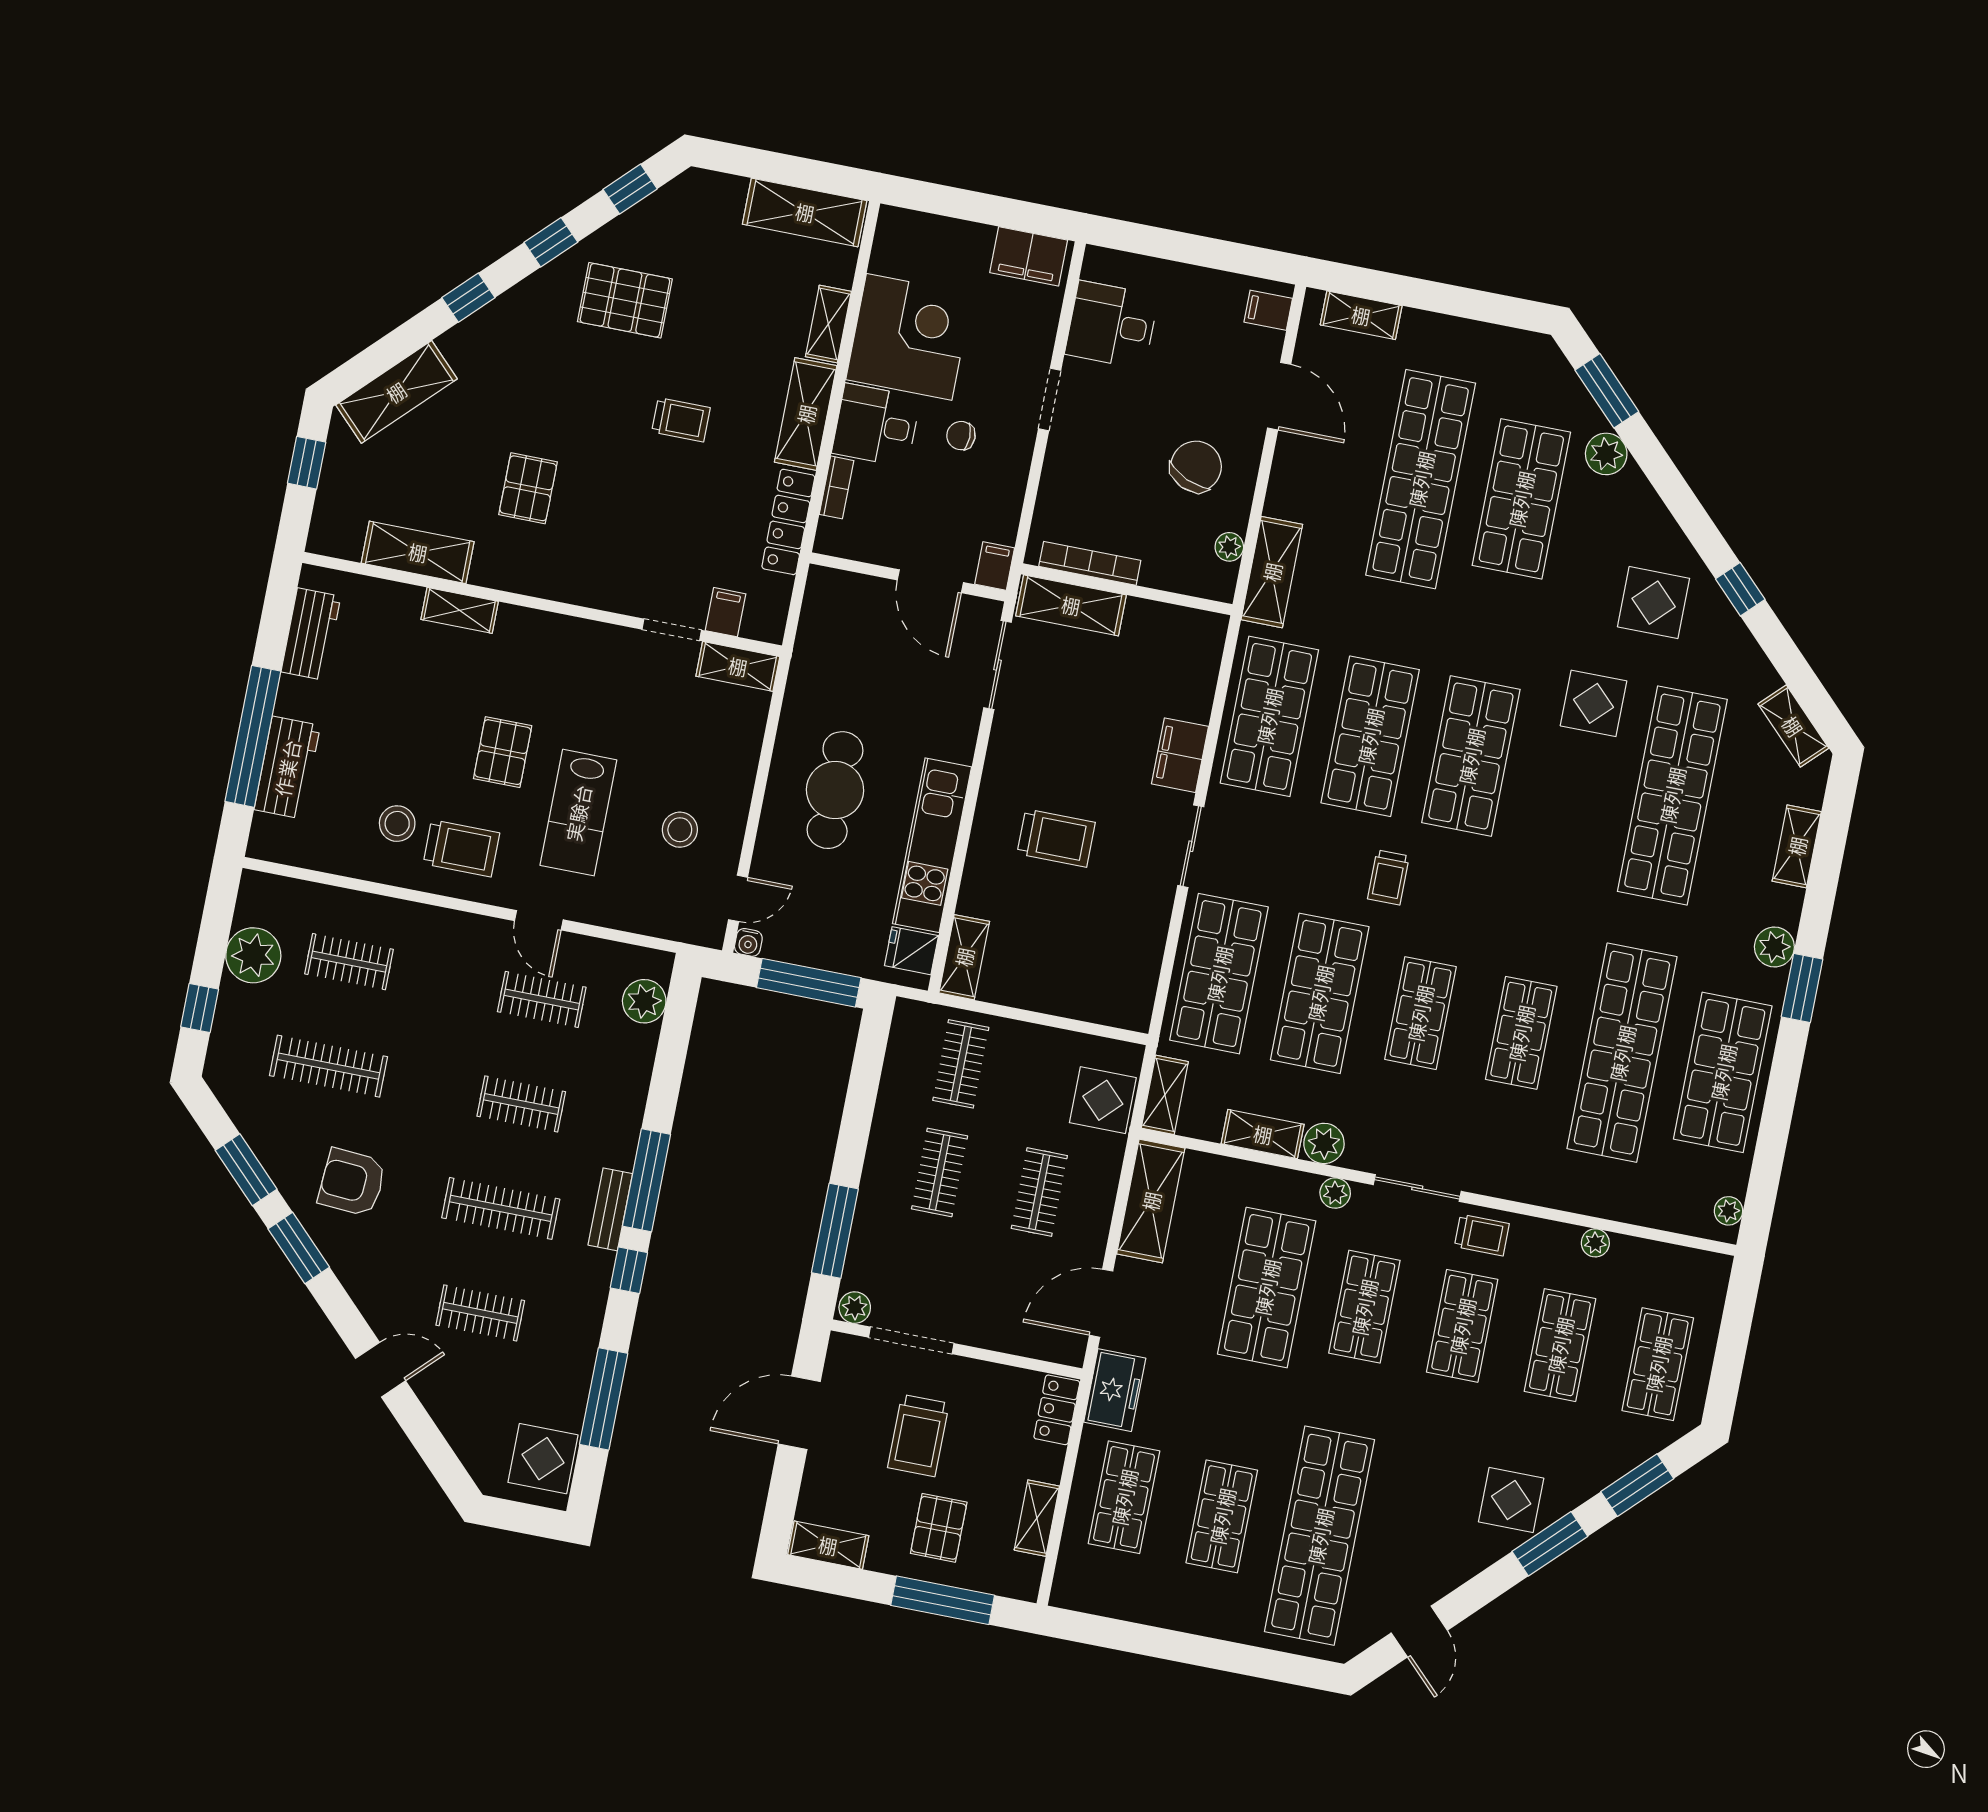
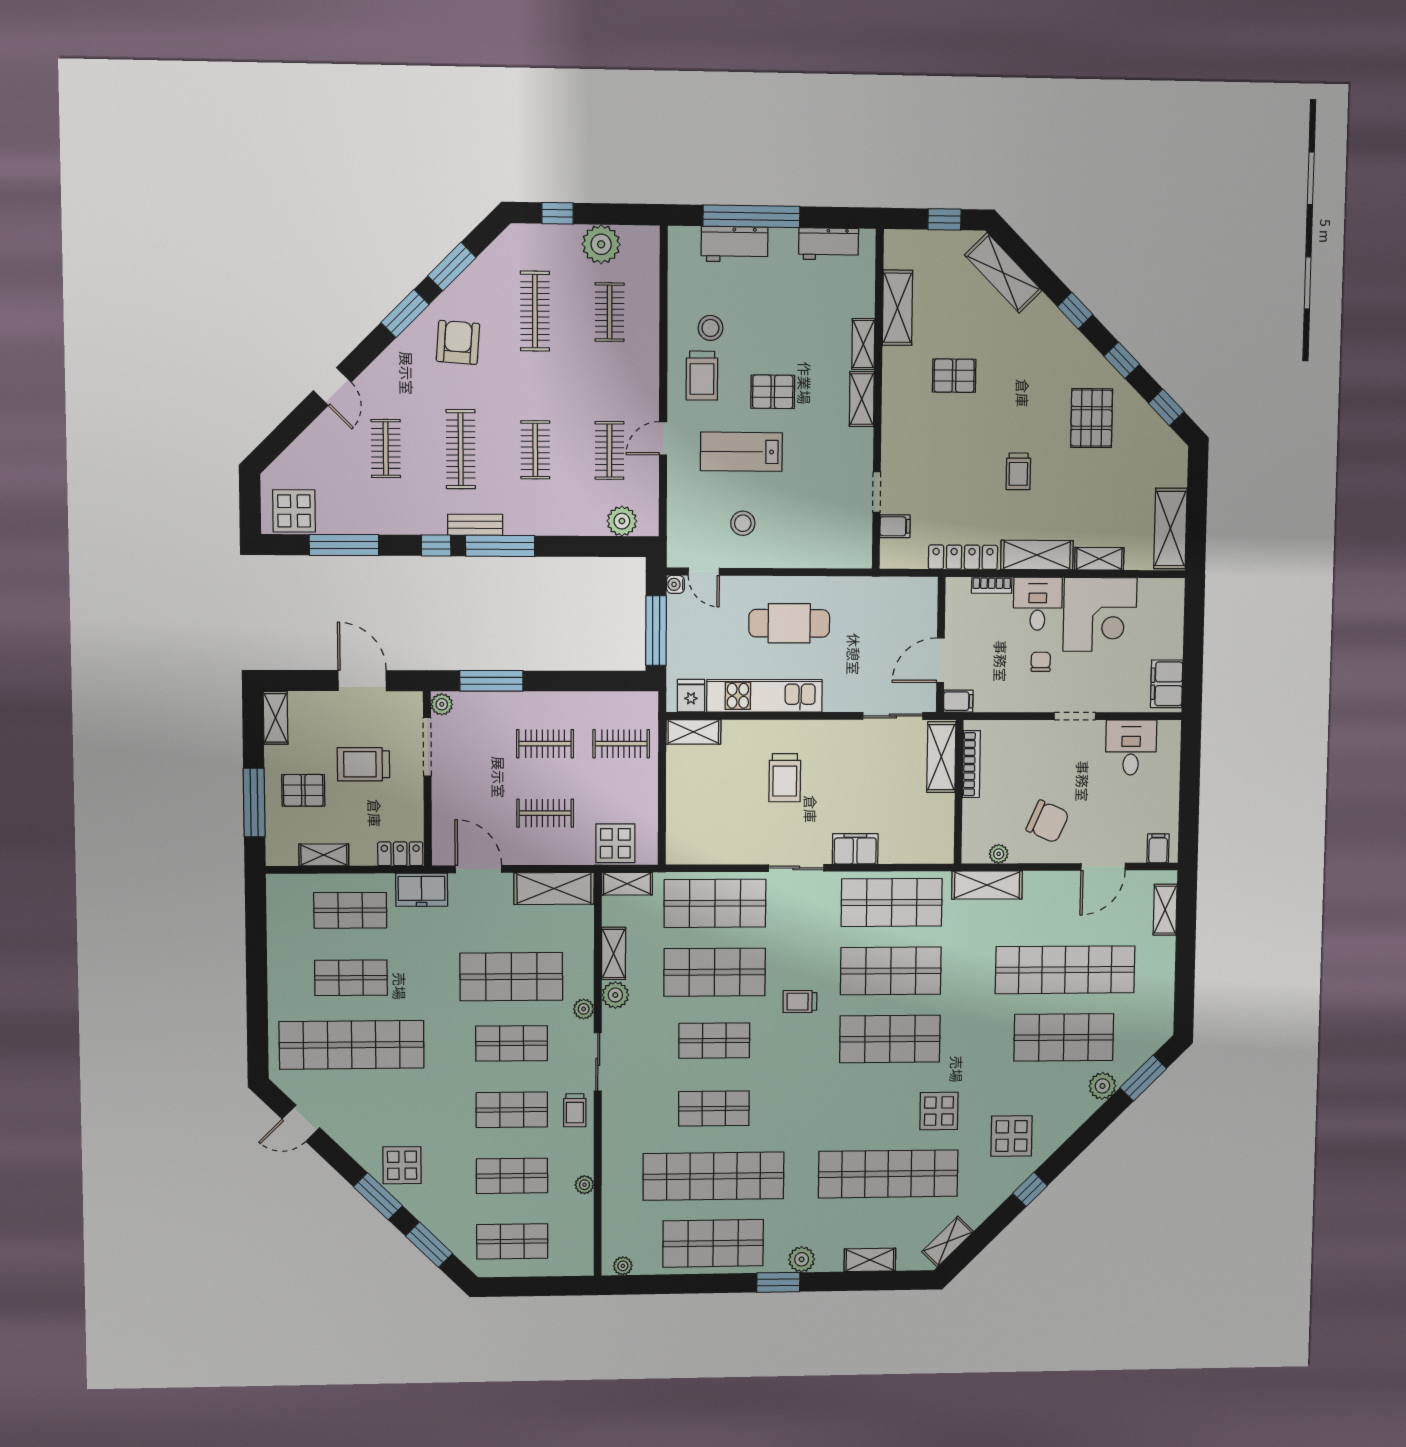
shelving: (738, 666) -> (862, 399), moved

